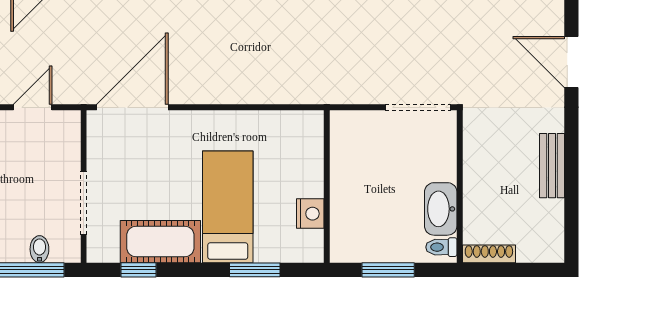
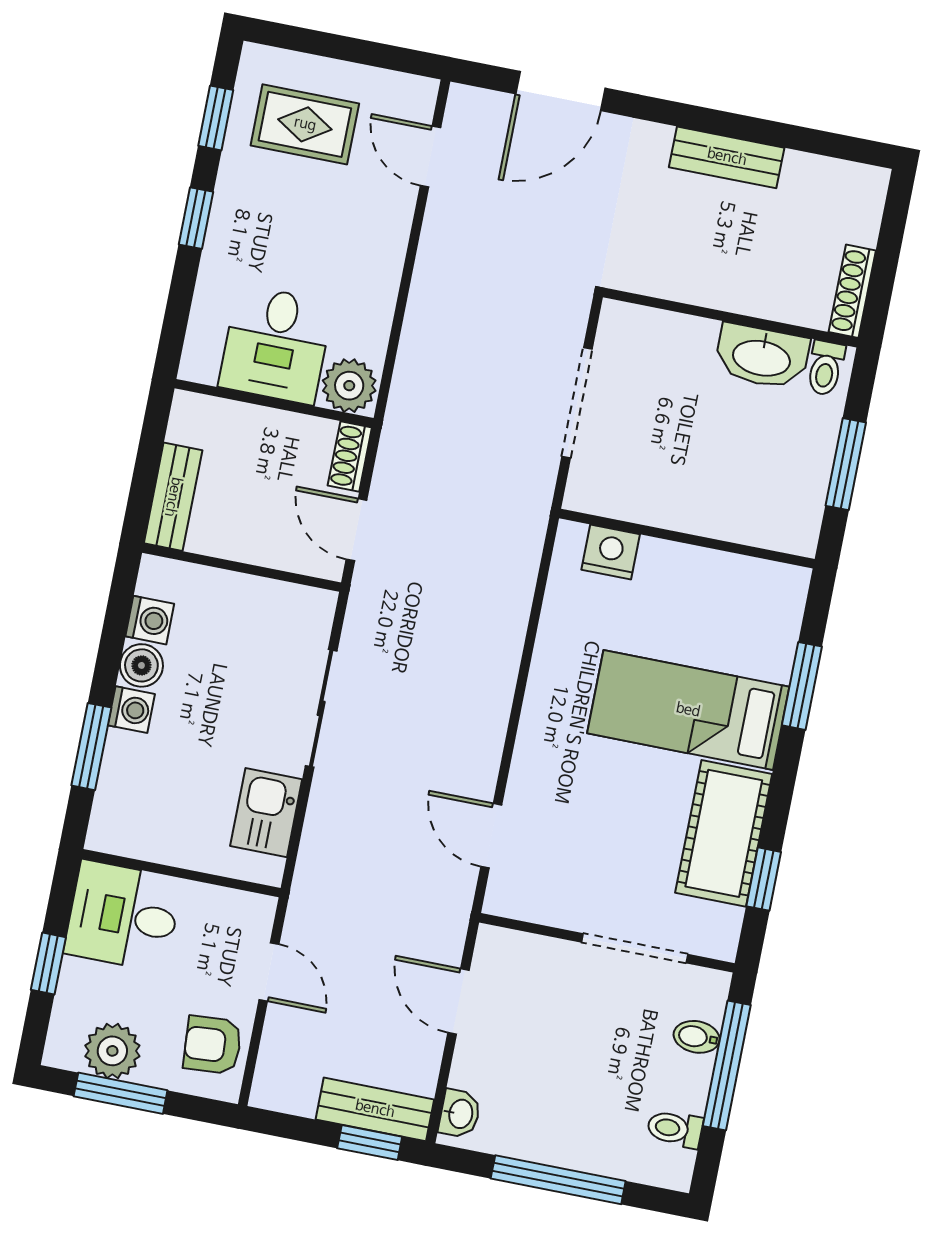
door: (132, 107) -> (491, 836), width x0.53
doorway: (418, 107) -> (577, 403), moved
nightstand: (310, 214) -> (611, 552), moved

